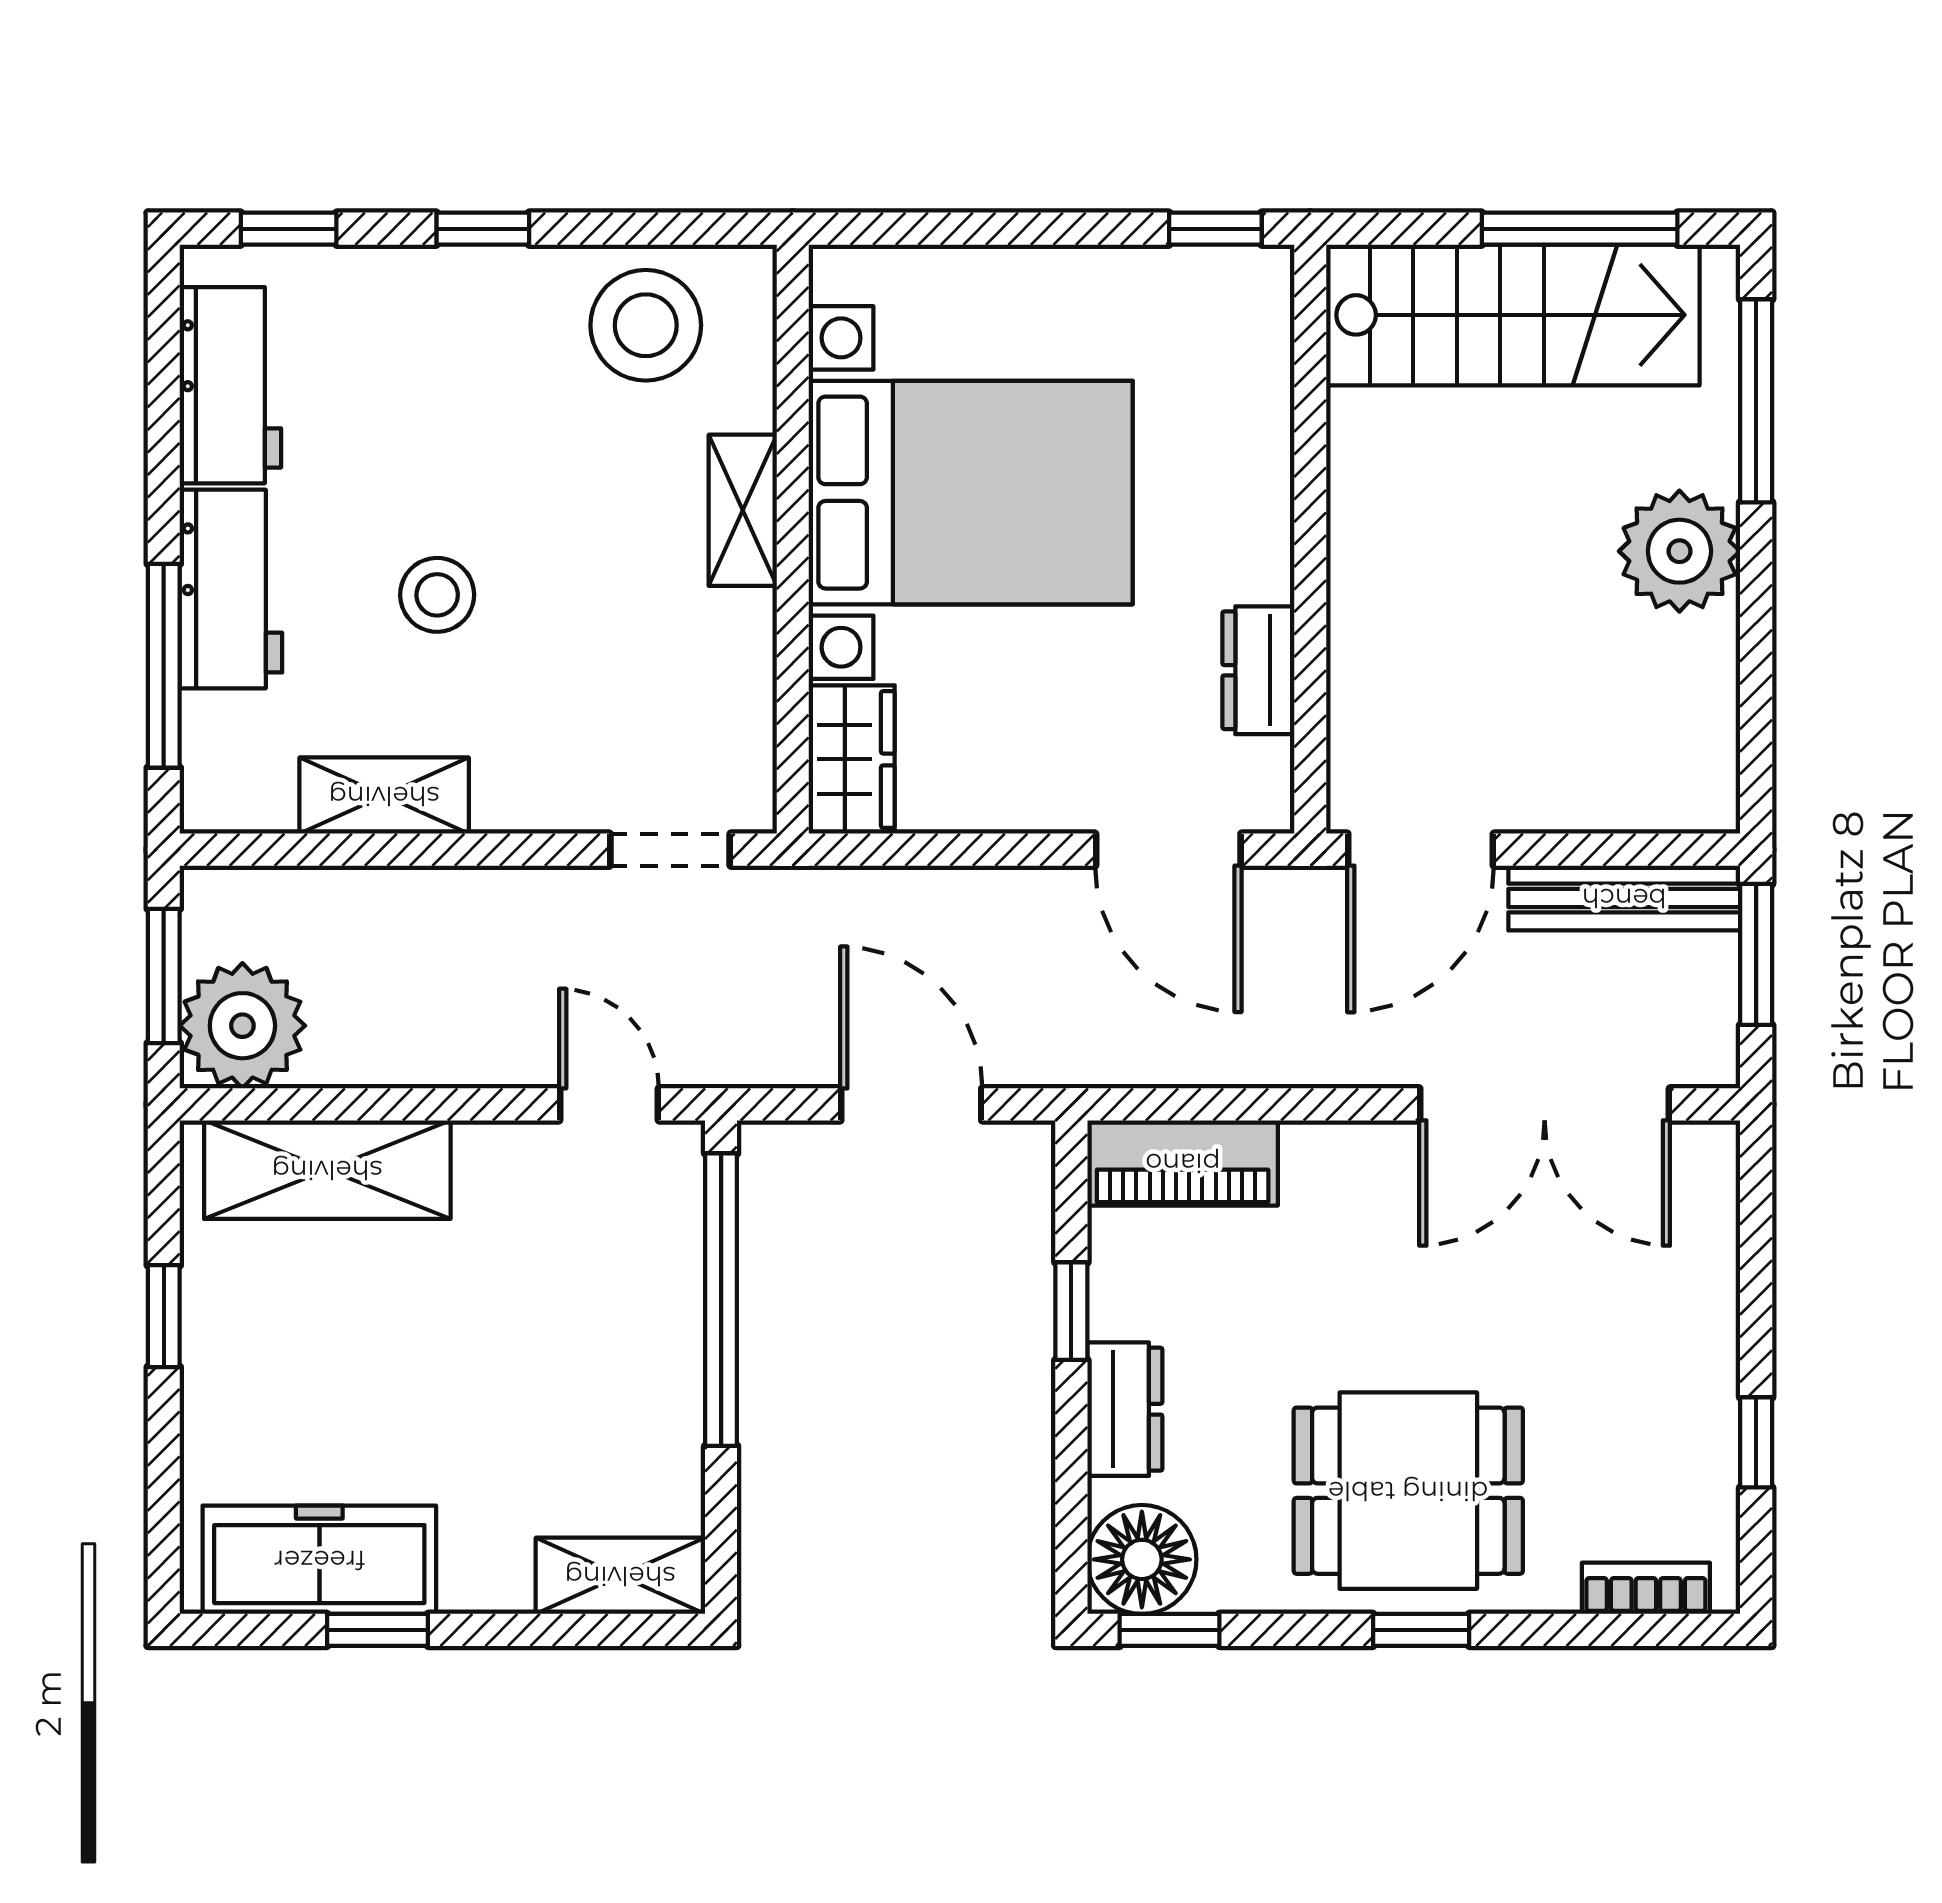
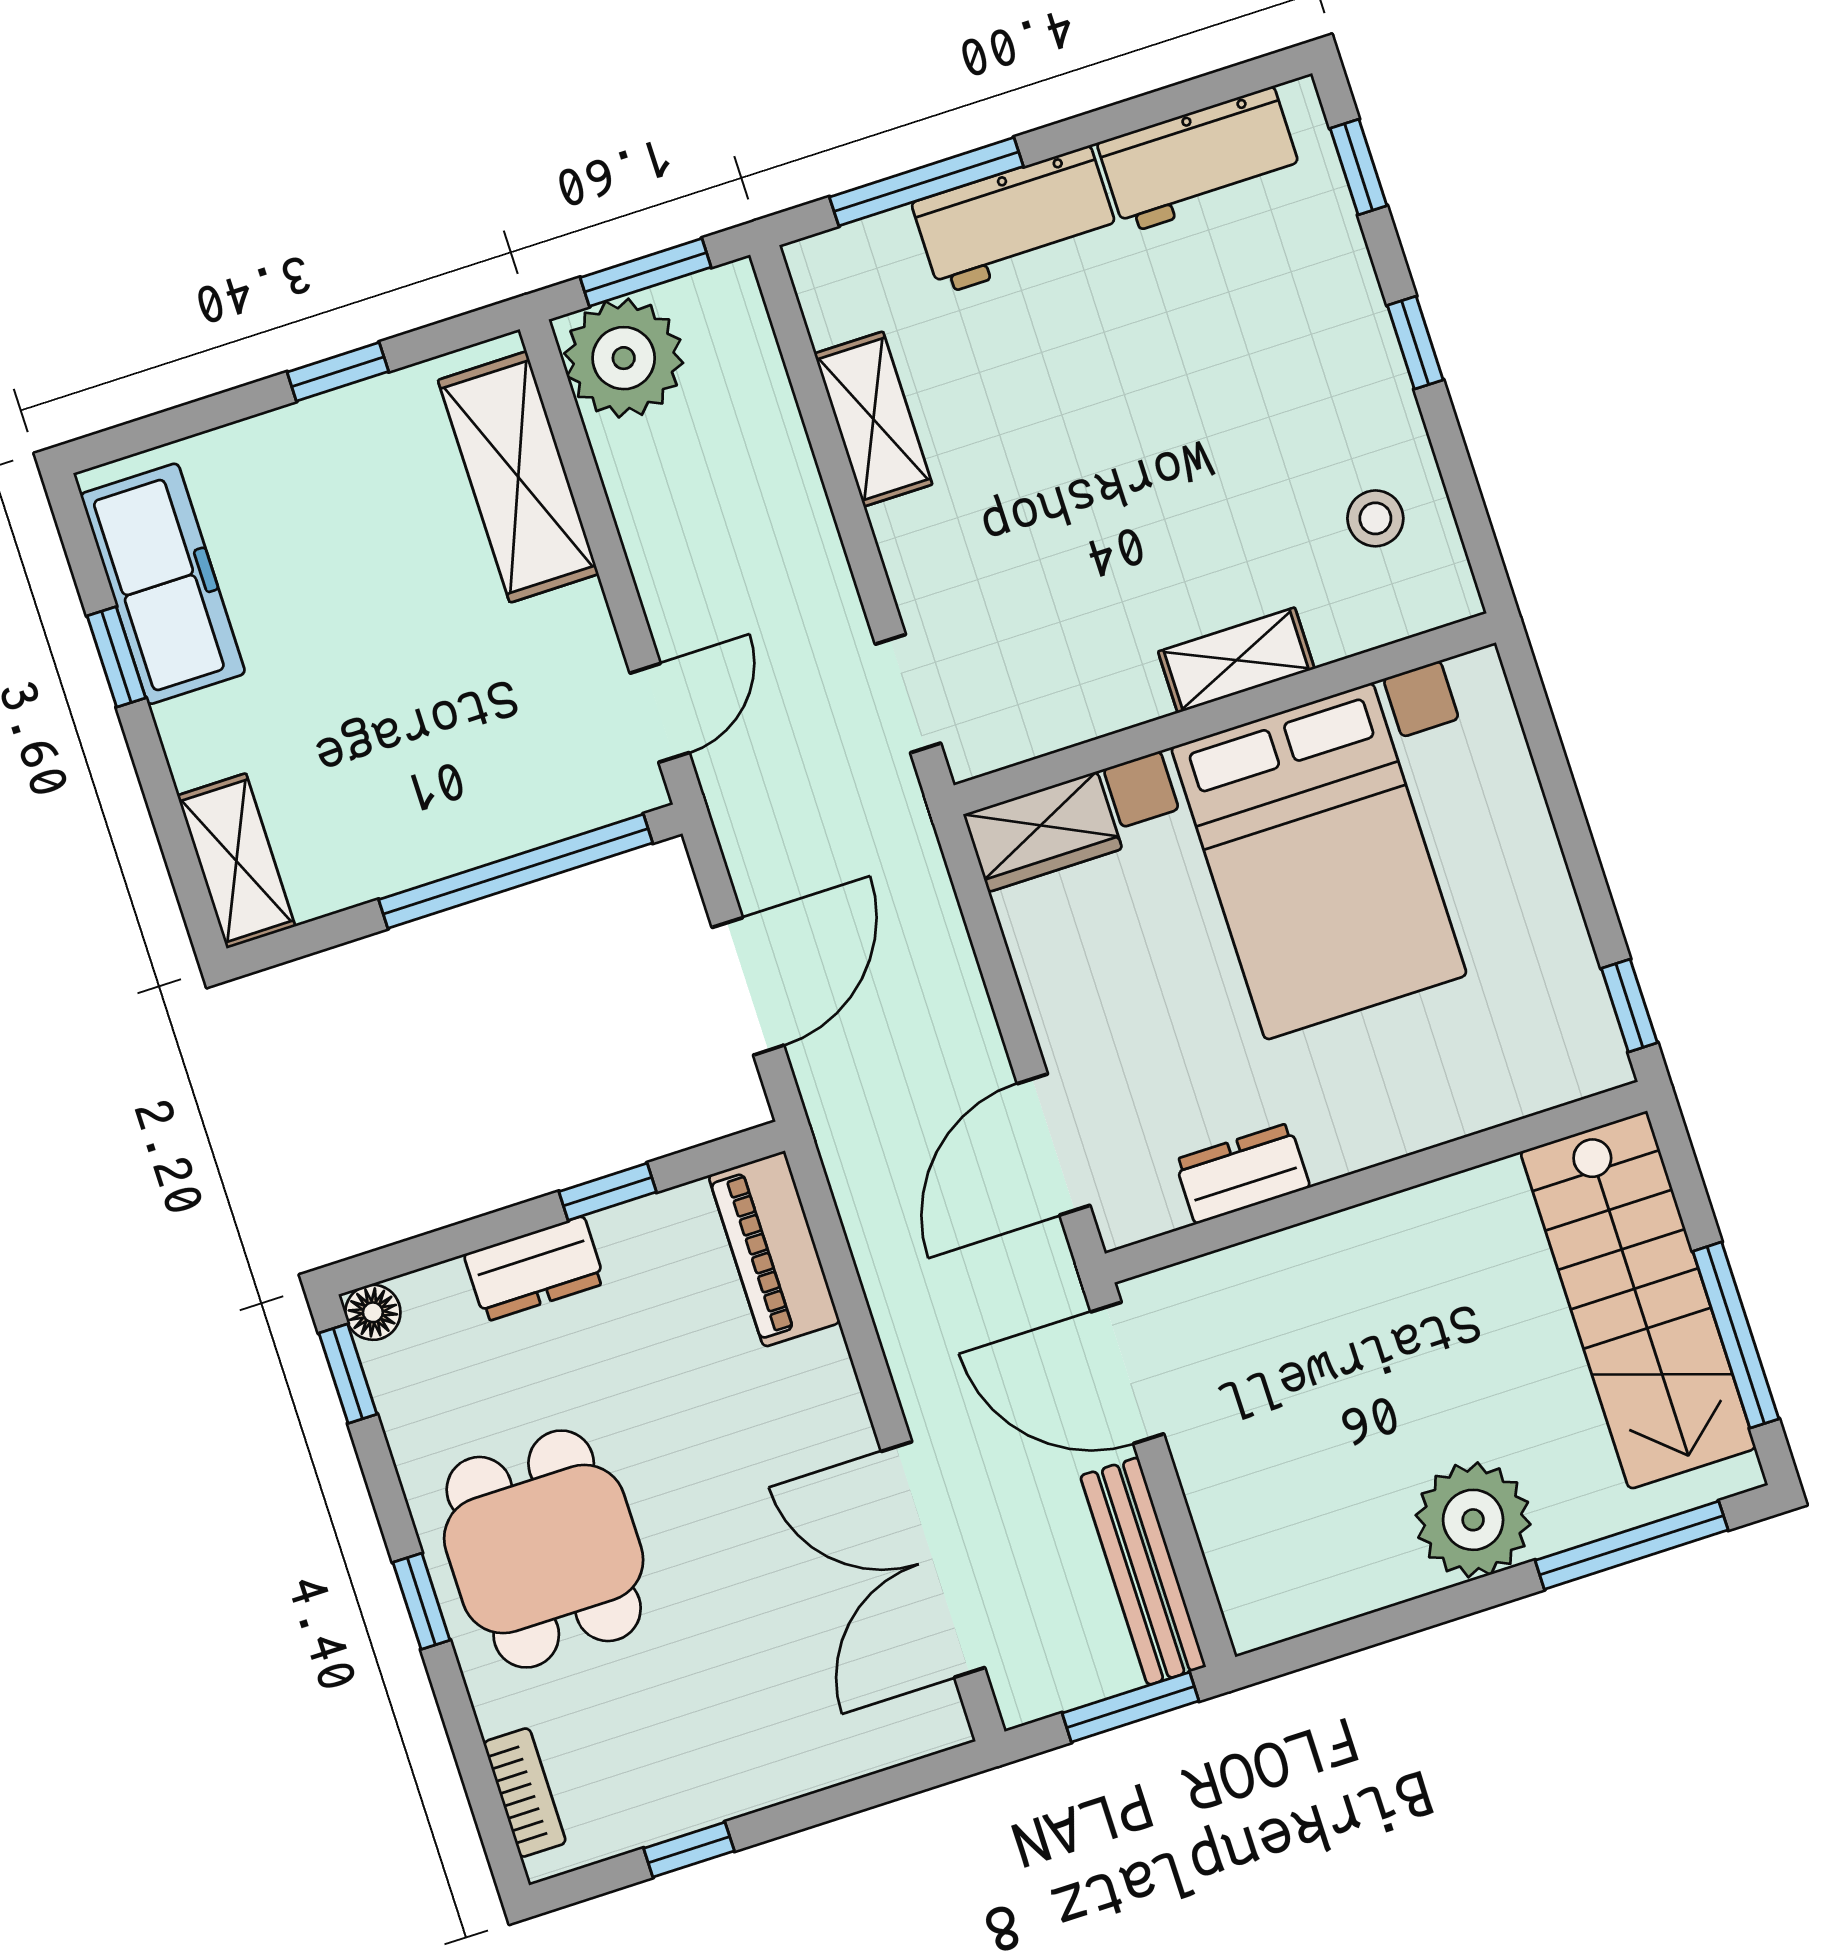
stool: (646, 325) -> (1375, 518), width x0.53, depth x0.53
stool: (437, 595) -> (1070, 408), removed
floor lamp: (1142, 1559) -> (373, 1312), width x0.53, depth x0.53

